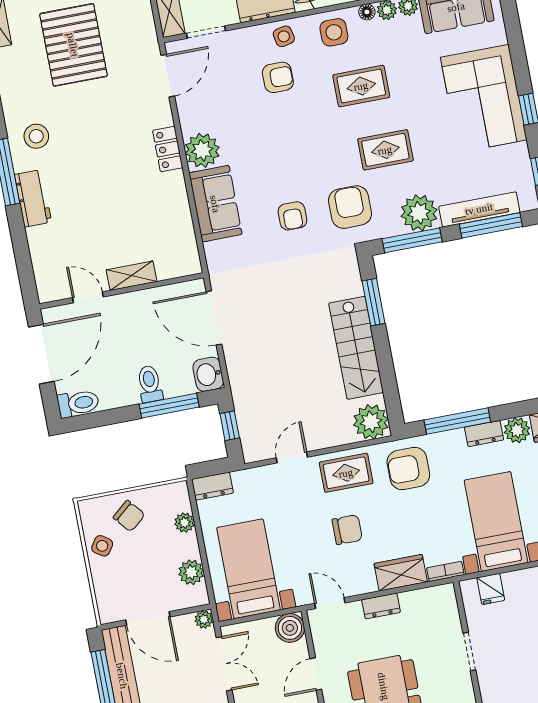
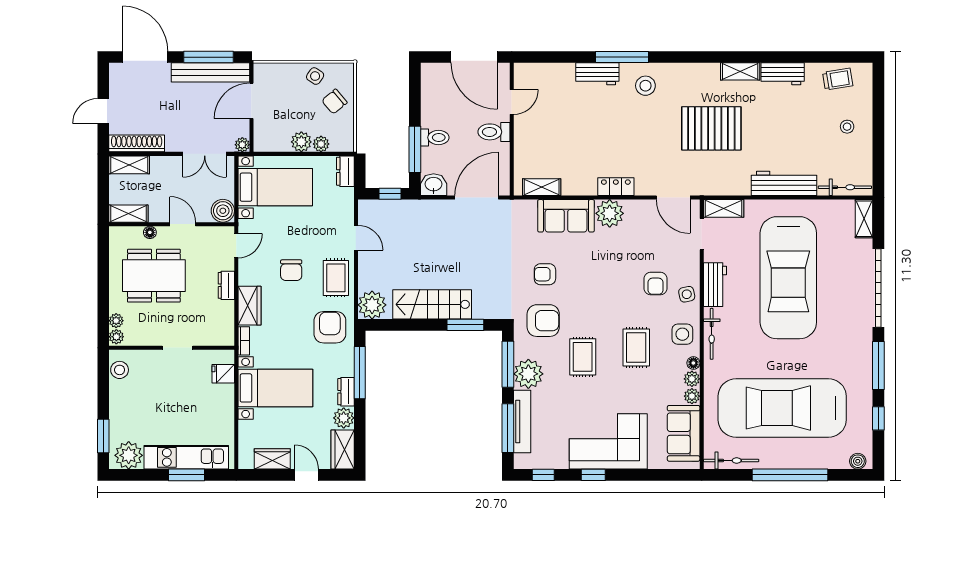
shelving: (132, 276) -> (542, 187), moved, turned 90
toilet: (78, 403) -> (494, 132), moved, turned 90
plant: (191, 572) -> (301, 142), moved

